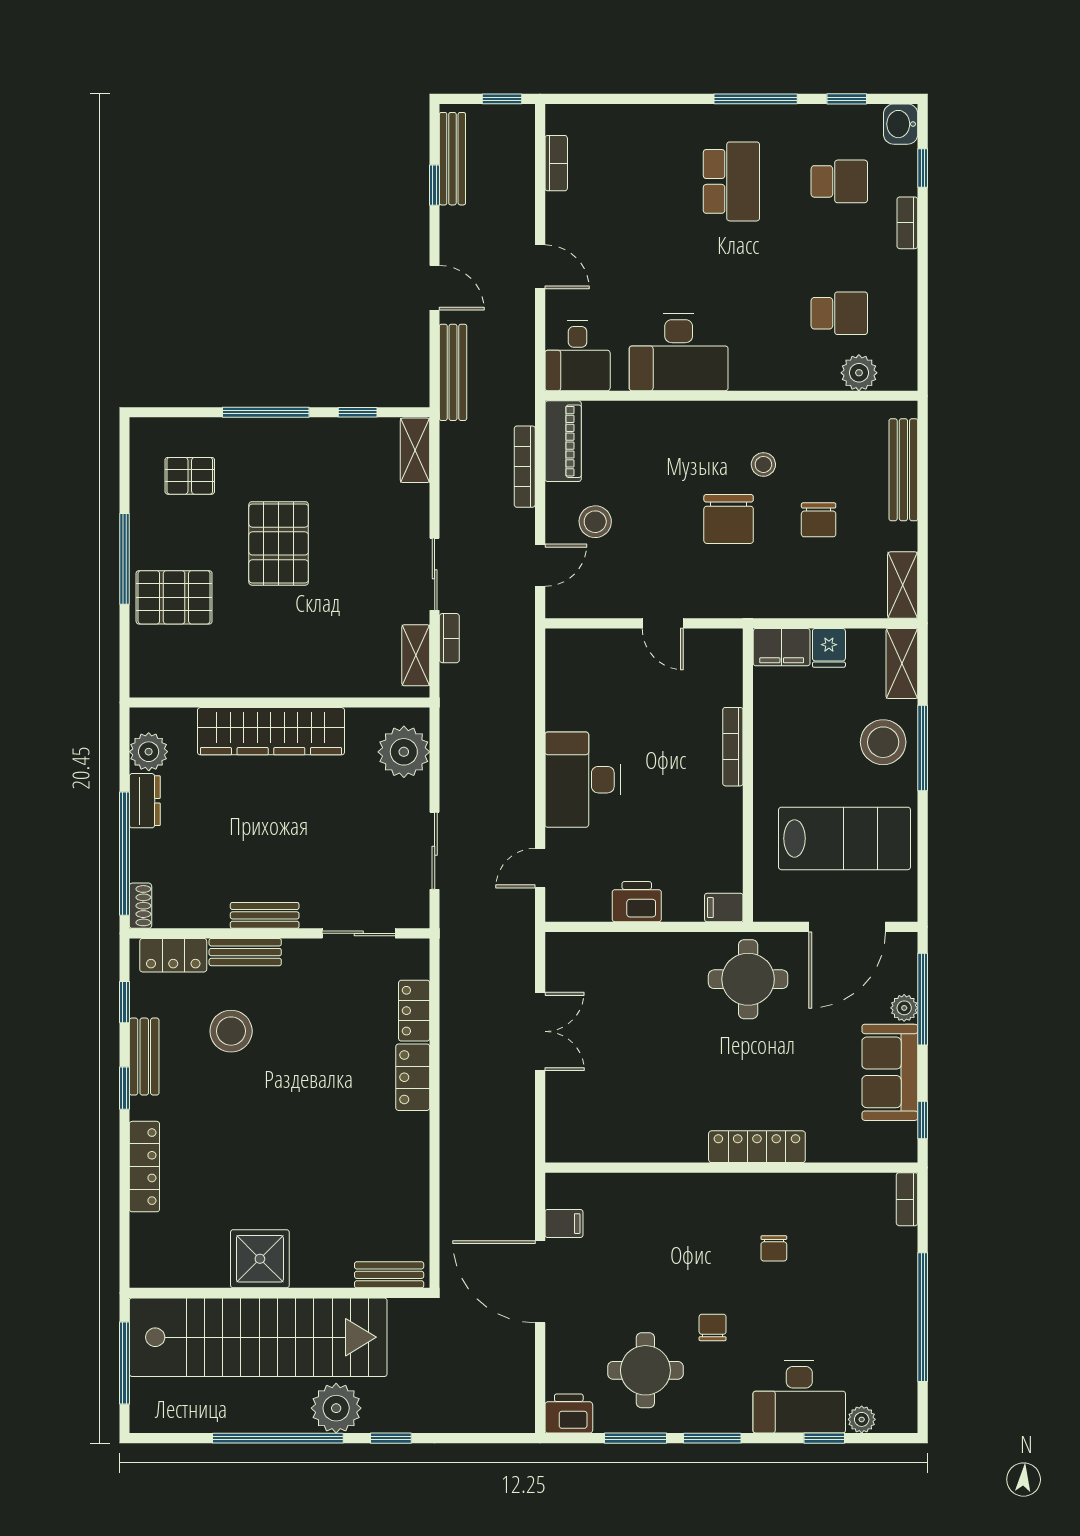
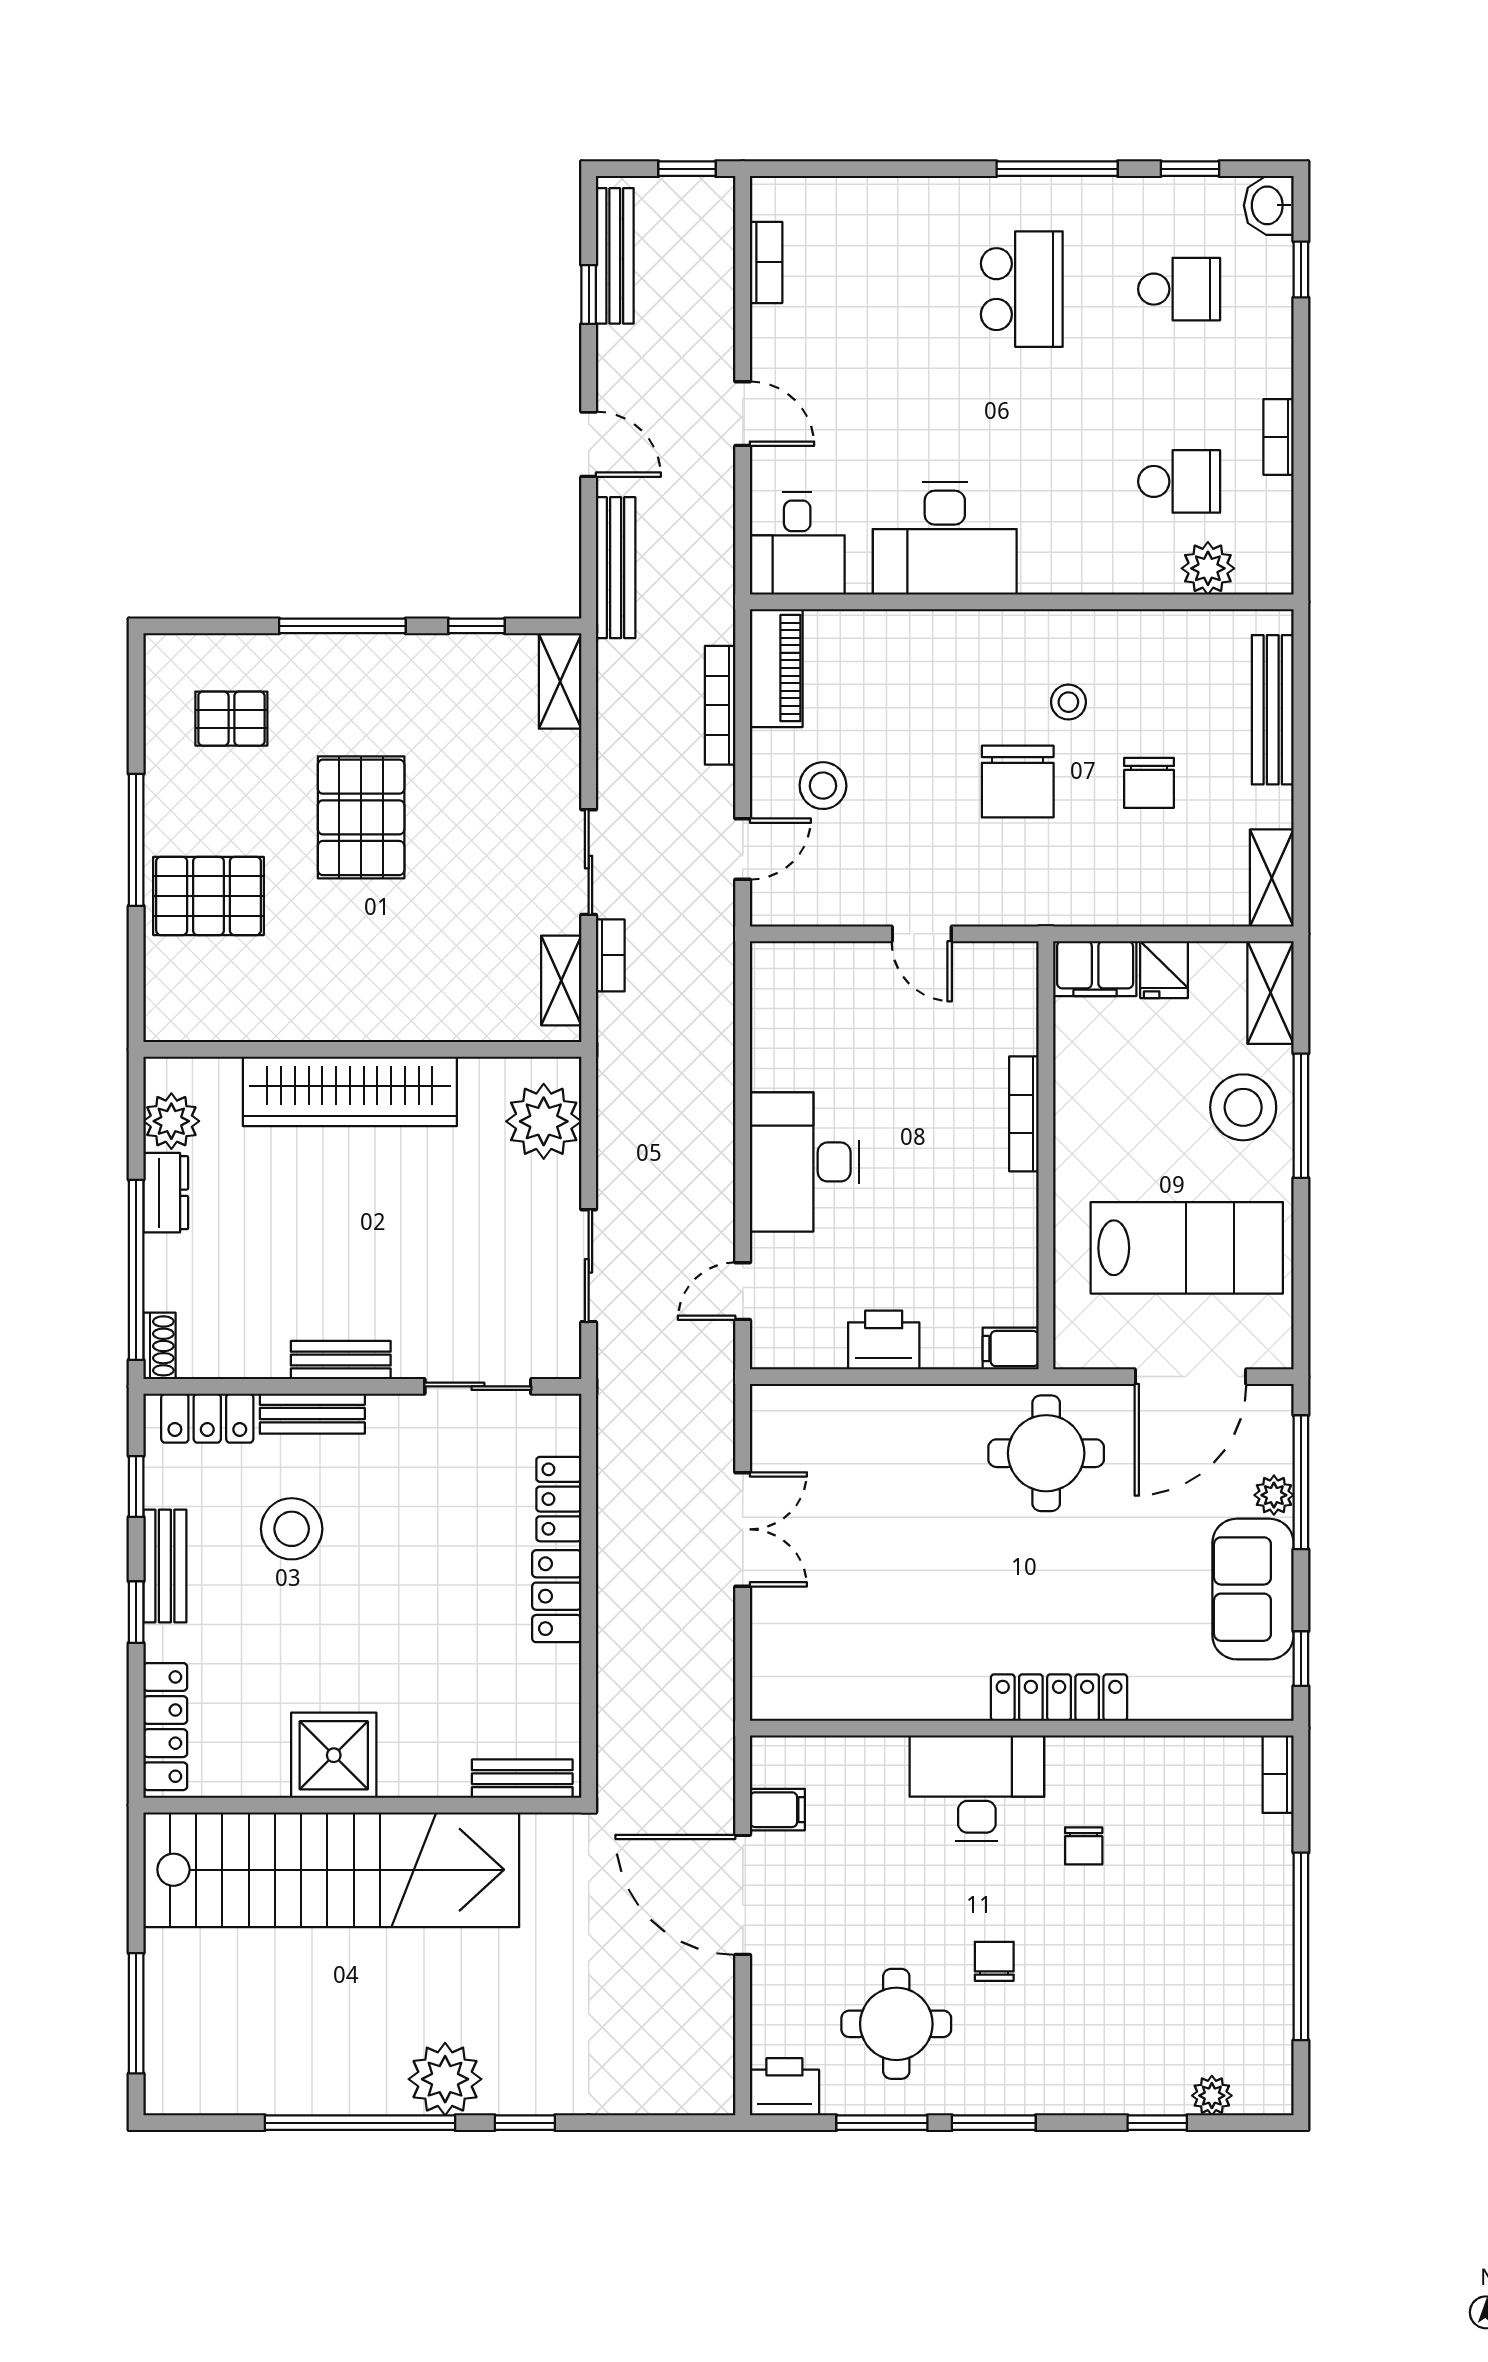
bookcase: (907, 223) -> (1279, 437), moved
shower: (260, 1259) -> (334, 1755), moved
bench: (389, 1275) -> (522, 1779), moved
wall: (280, 1293) -> (362, 1805), moved
stairs: (258, 1337) -> (331, 1870), moved
desk: (799, 1397) -> (977, 1788), moved, turned 180

